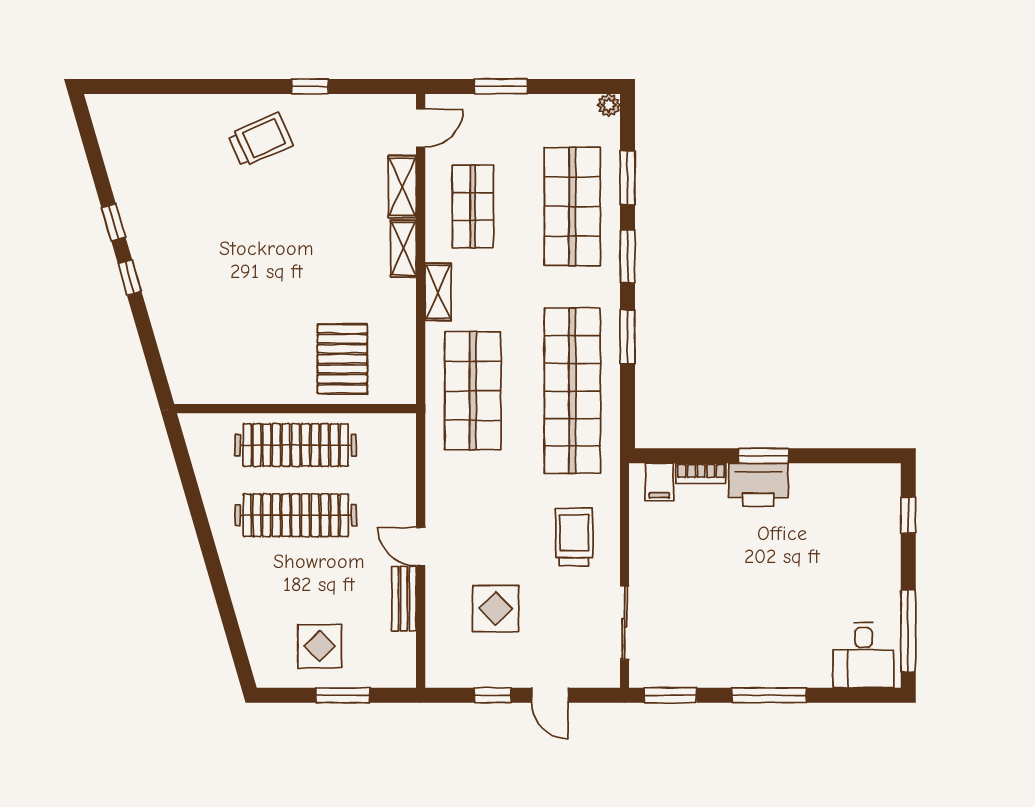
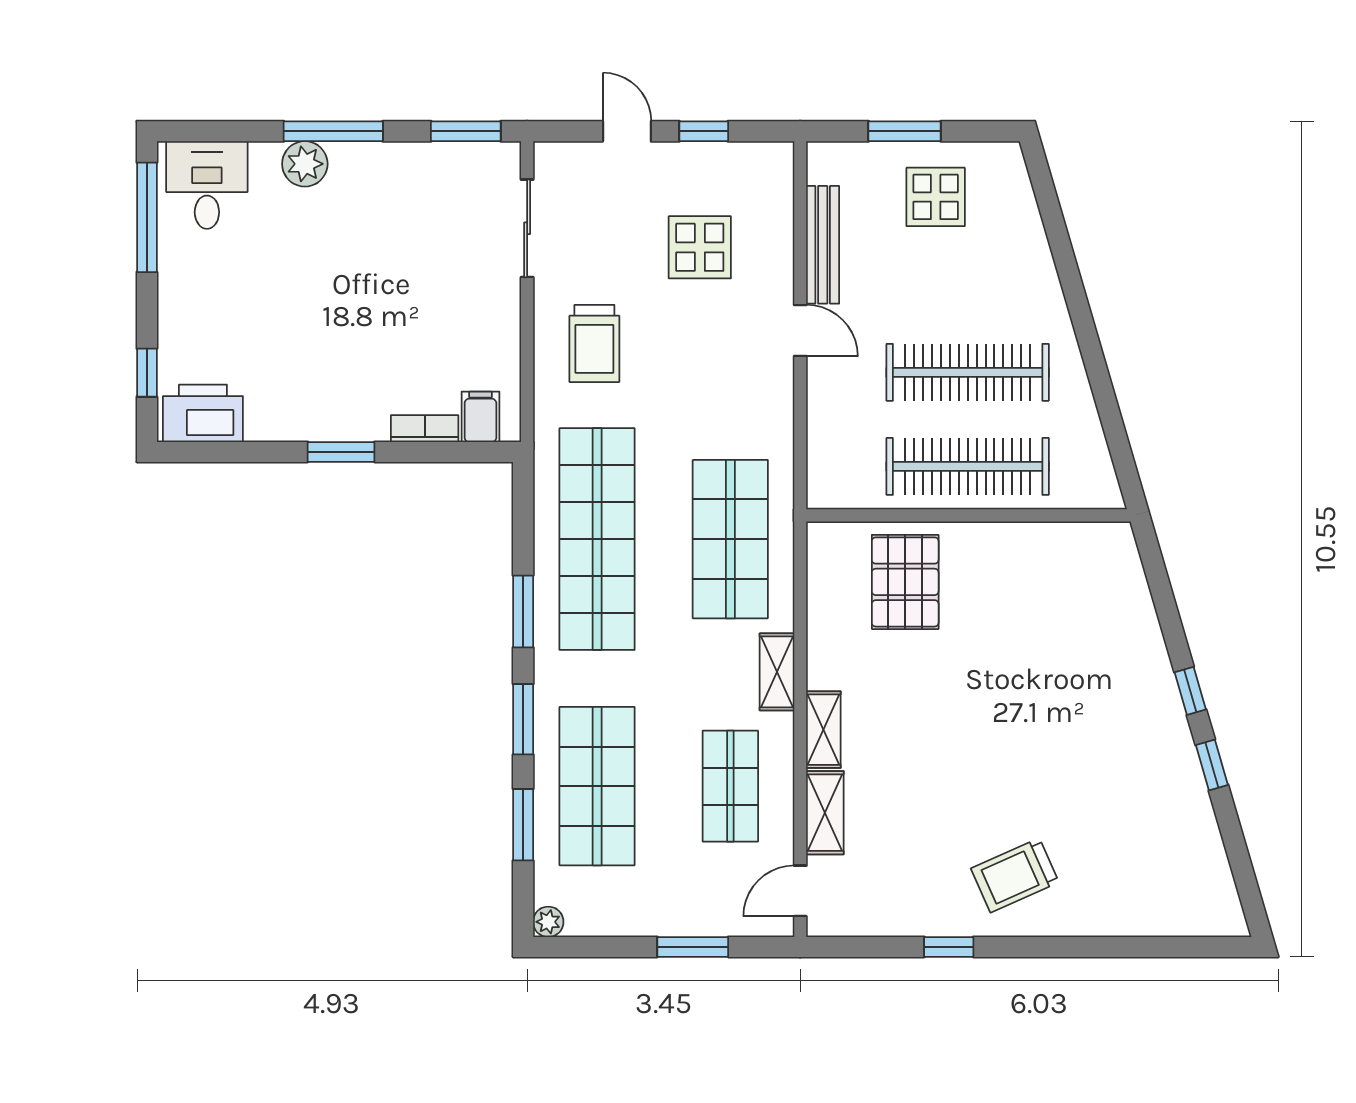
printer: (758, 485) -> (203, 413), moved
bench: (404, 599) -> (823, 245), width x1.36
plant: (790, 671) -> (305, 164), added

